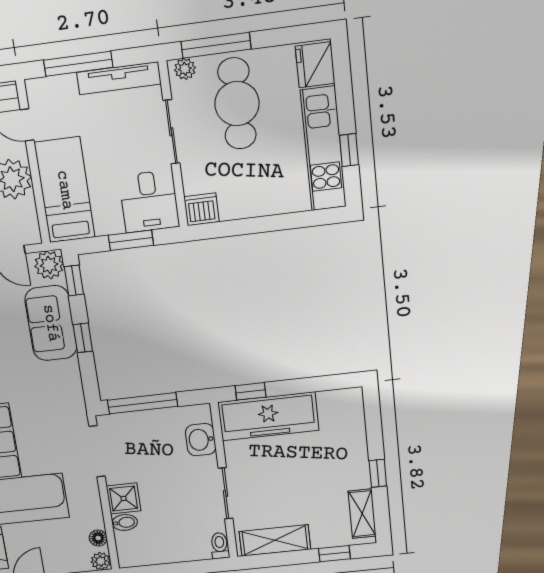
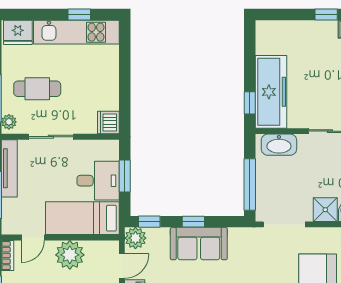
cafe table: (237, 104) -> (37, 89), width x0.73, depth x0.74
desk: (149, 201) -> (98, 181), moved
sofa: (51, 323) -> (199, 244), moved
washbasin: (201, 440) -> (279, 145), width x1.38

